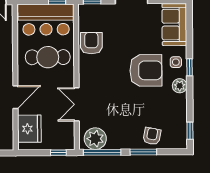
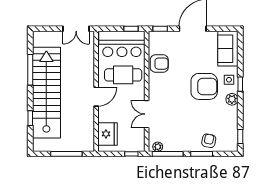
armchair: (91, 43) -> (159, 64), turned 90
door: (15, 97) -> (96, 97), moved
plant: (95, 139) -> (158, 147), width x0.53, depth x0.53

